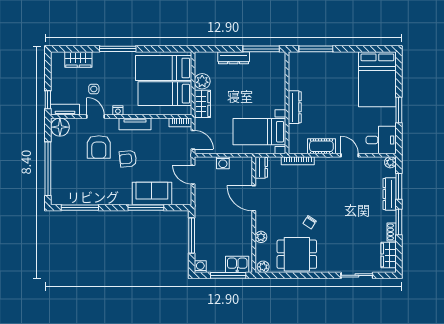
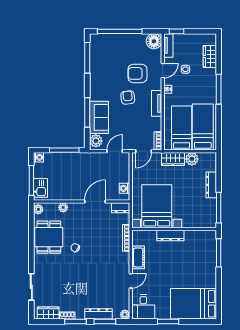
bed with nightstands: (259, 132) -> (157, 206), width x1.36
washing machine: (223, 163) -> (124, 188), moved
plant: (180, 197) -> (96, 141), added

